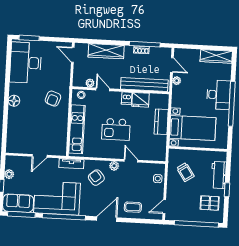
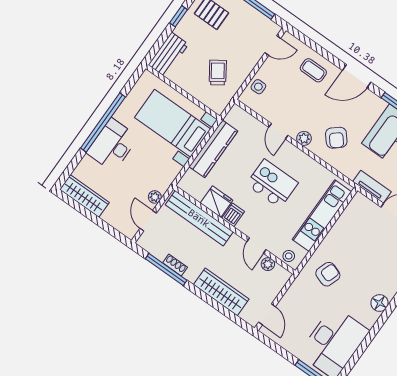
kitchen counter: (161, 122) -> (213, 149), width x1.50
tv unit: (71, 164) -> (372, 187), moved
workbench: (219, 175) -> (168, 55), moved

